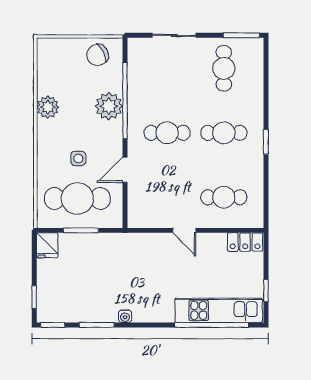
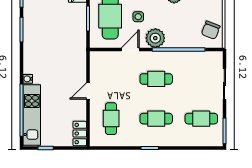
chair: (97, 55) -> (211, 30), turned -132
plant: (109, 106) -> (155, 38), moved
cafe table: (167, 133) -> (156, 79), turned 90
cafe table: (224, 133) -> (156, 119), turned 90
door: (125, 170) -> (130, 49), hinge flipped
water cooler: (125, 316) -> (28, 79), moved

